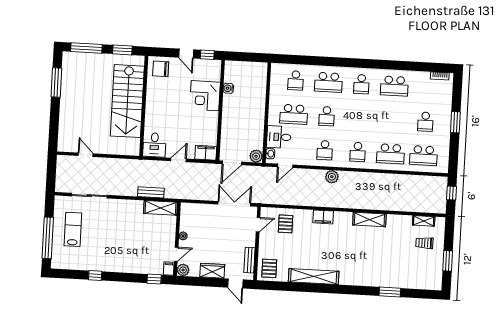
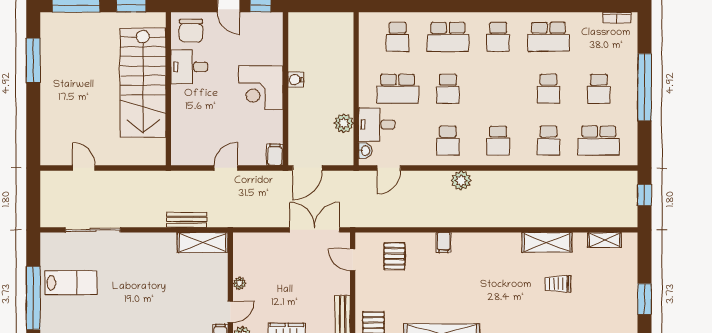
chair: (161, 69) -> (191, 31), turned -90
water cooler: (228, 88) -> (296, 80), moved
corner desk: (205, 96) -> (261, 88), moved
school desk: (392, 120) -> (548, 89), added
window: (455, 122) -> (645, 87), width x2.11
desk: (154, 145) -> (189, 67), moved, turned 90
filing cabinet: (206, 153) -> (275, 155), width x0.50
school desk: (391, 154) -> (548, 141), width x0.54
plant: (256, 156) -> (344, 123), moved
filing cabinet: (323, 217) -> (444, 243), width x0.50
shelving: (369, 219) -> (547, 242), moved
door: (258, 225) -> (353, 260), swing flipped
lab bench: (73, 229) -> (71, 283), turned 90
trolley: (424, 243) -> (558, 284), moved

